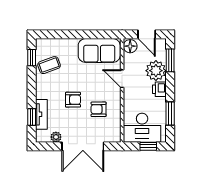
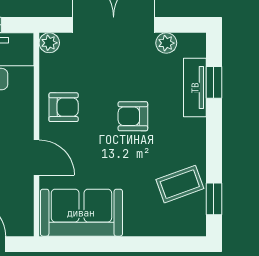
floor lamp: (130, 46) -> (21, 221), removed
armchair: (99, 109) -> (64, 107), moved
plant: (116, 137) -> (49, 43), added

